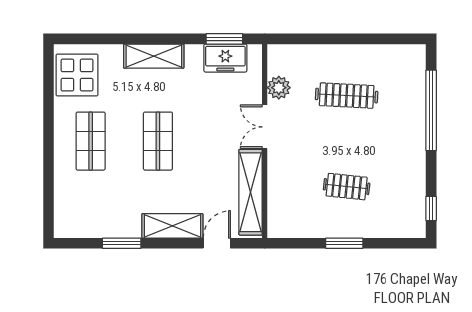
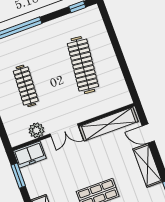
freezer: (225, 58) -> (30, 155), moved, turned 90
clothes rail: (347, 187) -> (83, 65), width x1.86, depth x1.31
window: (344, 243) -> (119, 54), removed

